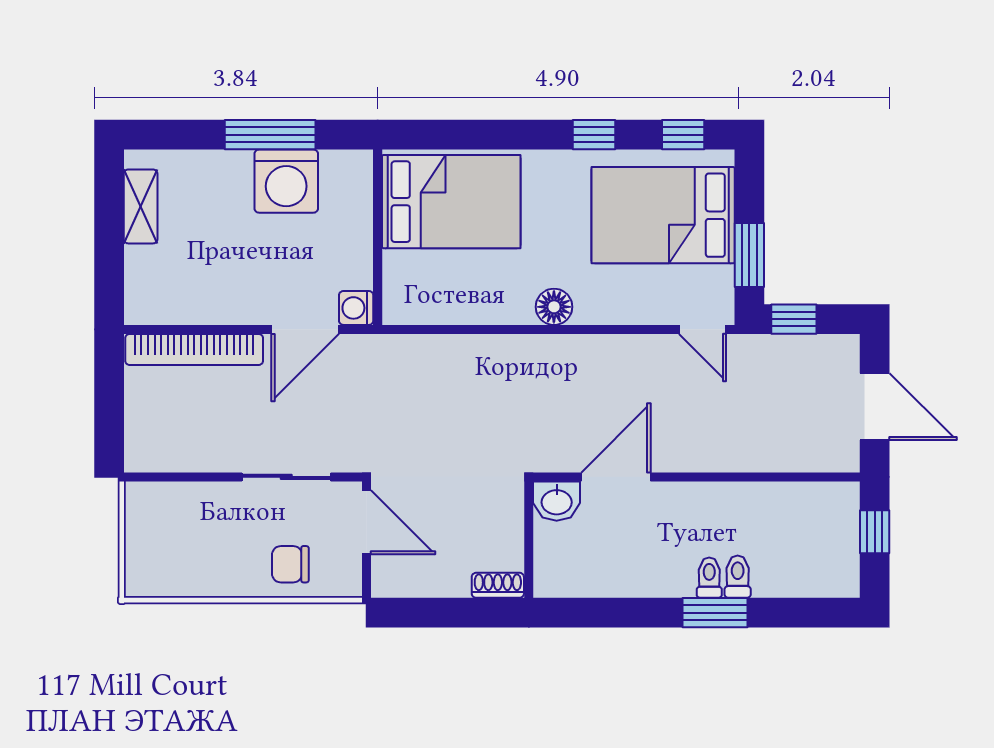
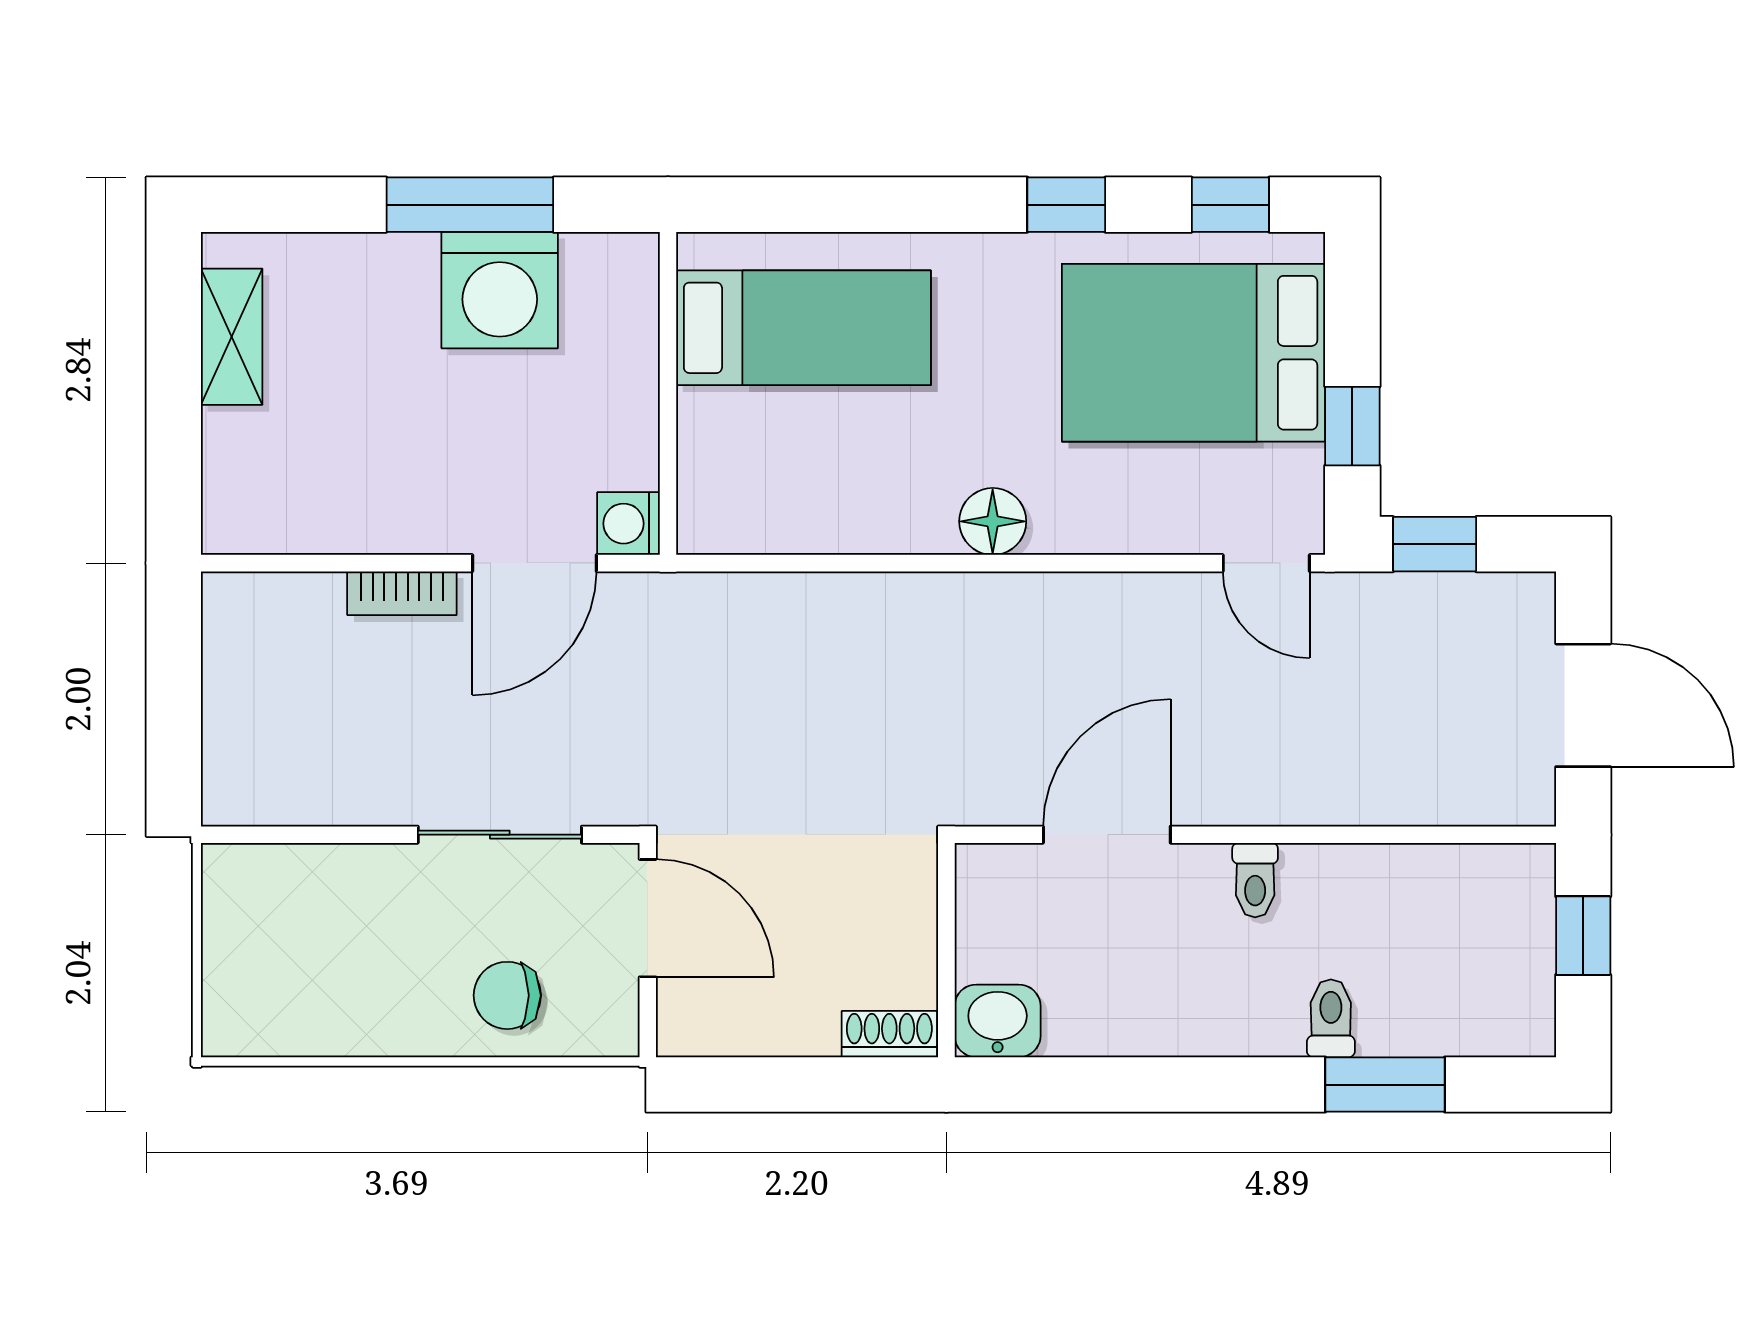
bed: (451, 202) -> (804, 328), width x0.67
window: (749, 255) -> (1352, 426), width x0.67
bookcase: (194, 349) -> (402, 593), width x0.43, depth x0.76
washbasin: (557, 501) -> (998, 1021), moved, turned 180
toilet: (709, 578) -> (1255, 880), moved, turned 180
window: (715, 613) -> (1385, 1085), moved

